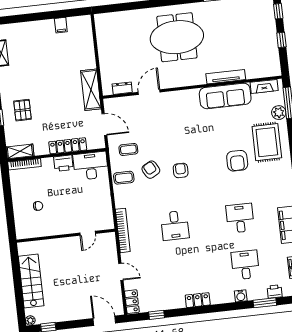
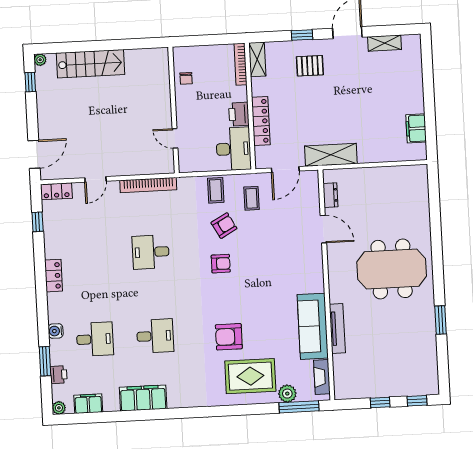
filing cabinet: (61, 25) -> (416, 128), width x2.00
meeting table: (177, 37) -> (392, 269), turned 90
door: (88, 233) -> (175, 138), moved
wall: (66, 236) -> (173, 110), moved

